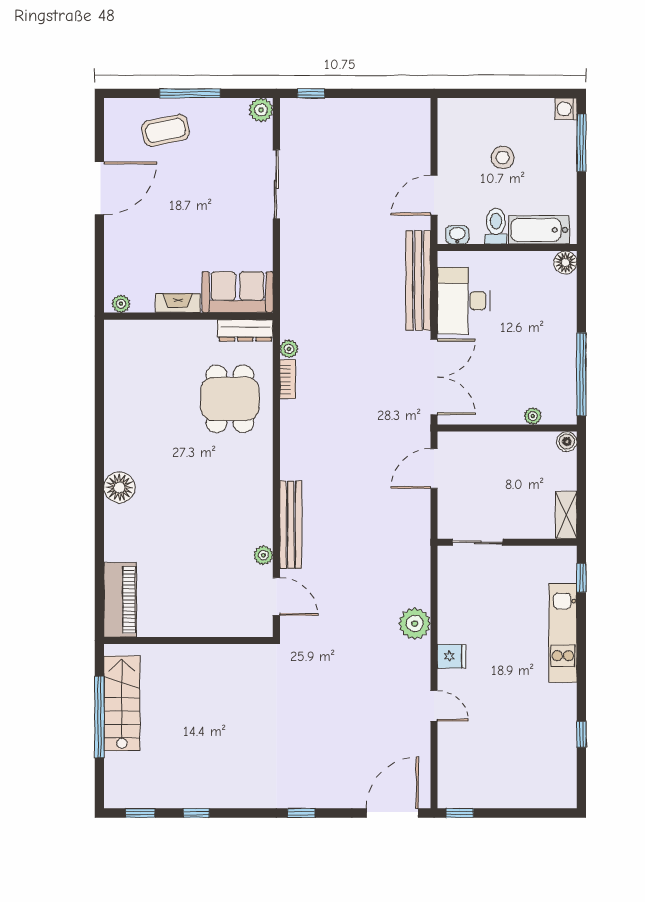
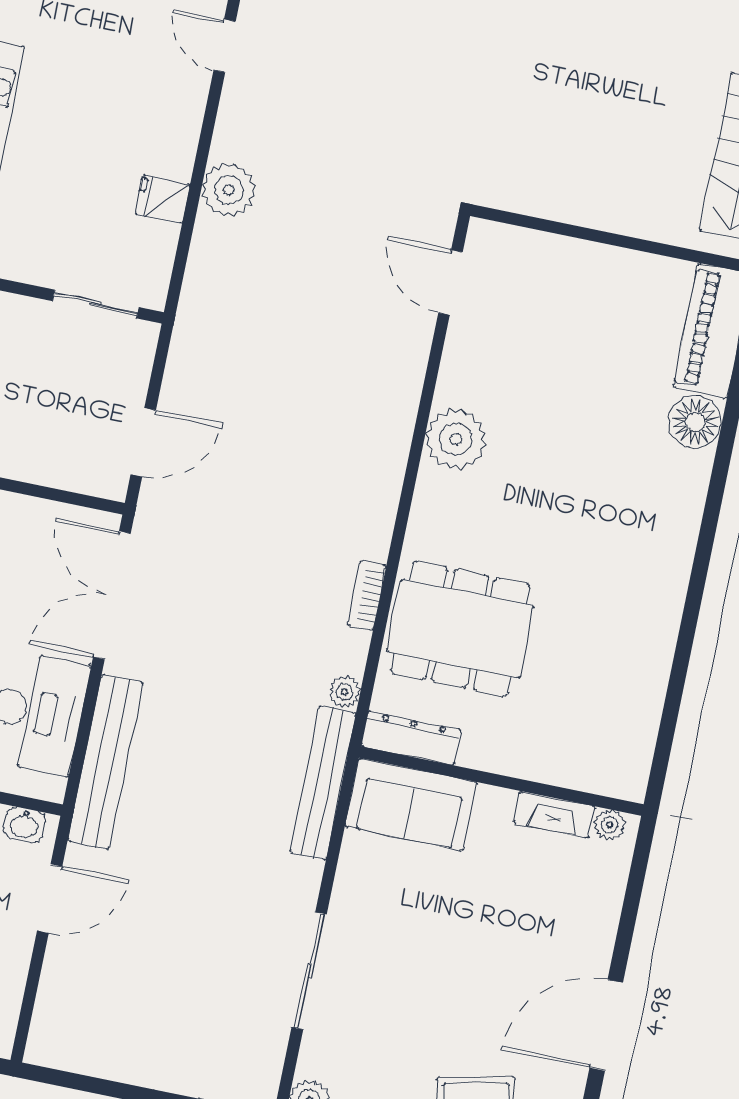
fireplace: (178, 303) -> (554, 815), moved
bookcase: (288, 379) -> (367, 595), moved
dining table: (230, 399) -> (460, 629), width x1.38
floor lamp: (119, 487) -> (695, 422), moved
bench: (291, 525) -> (323, 783), moved
plant: (263, 555) -> (456, 439), moved, width x1.87, depth x1.87
fridge: (452, 656) -> (163, 199), moved

